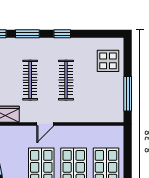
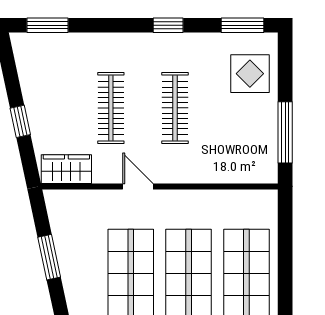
window: (27, 34) -> (243, 25), moved
door: (45, 124) -> (138, 186), swing flipped

